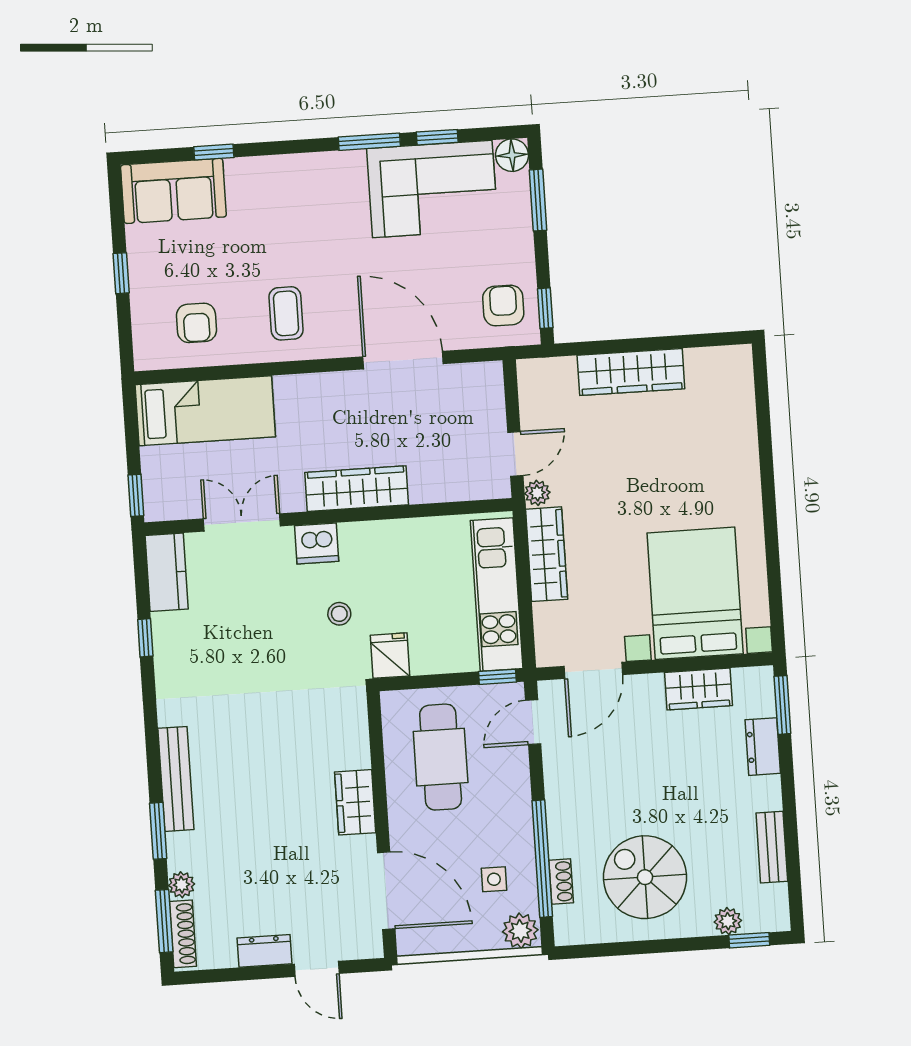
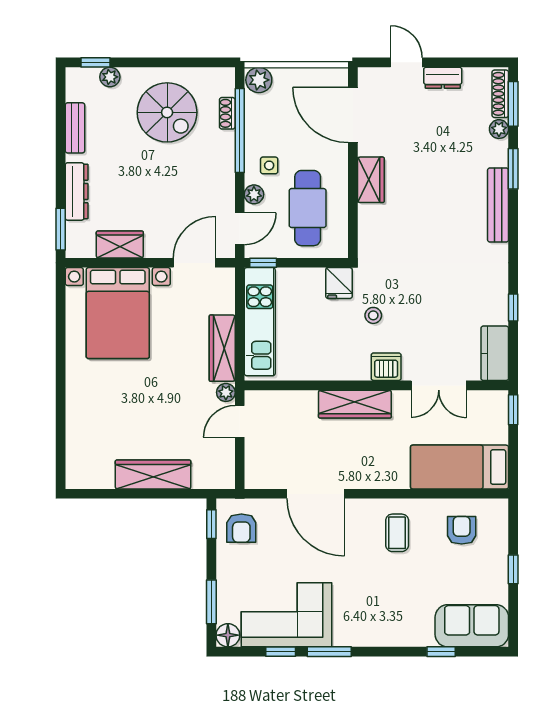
dresser: (763, 747) -> (77, 191), width x1.44
plant: (516, 771) -> (254, 194), added
side table: (494, 879) -> (269, 165), moved

